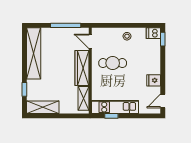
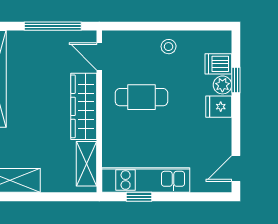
dishwasher: (153, 33) -> (218, 64), moved
window: (163, 39) -> (236, 80), moved
plant: (156, 57) -> (222, 85), added
fridge: (154, 80) -> (219, 107), moved

